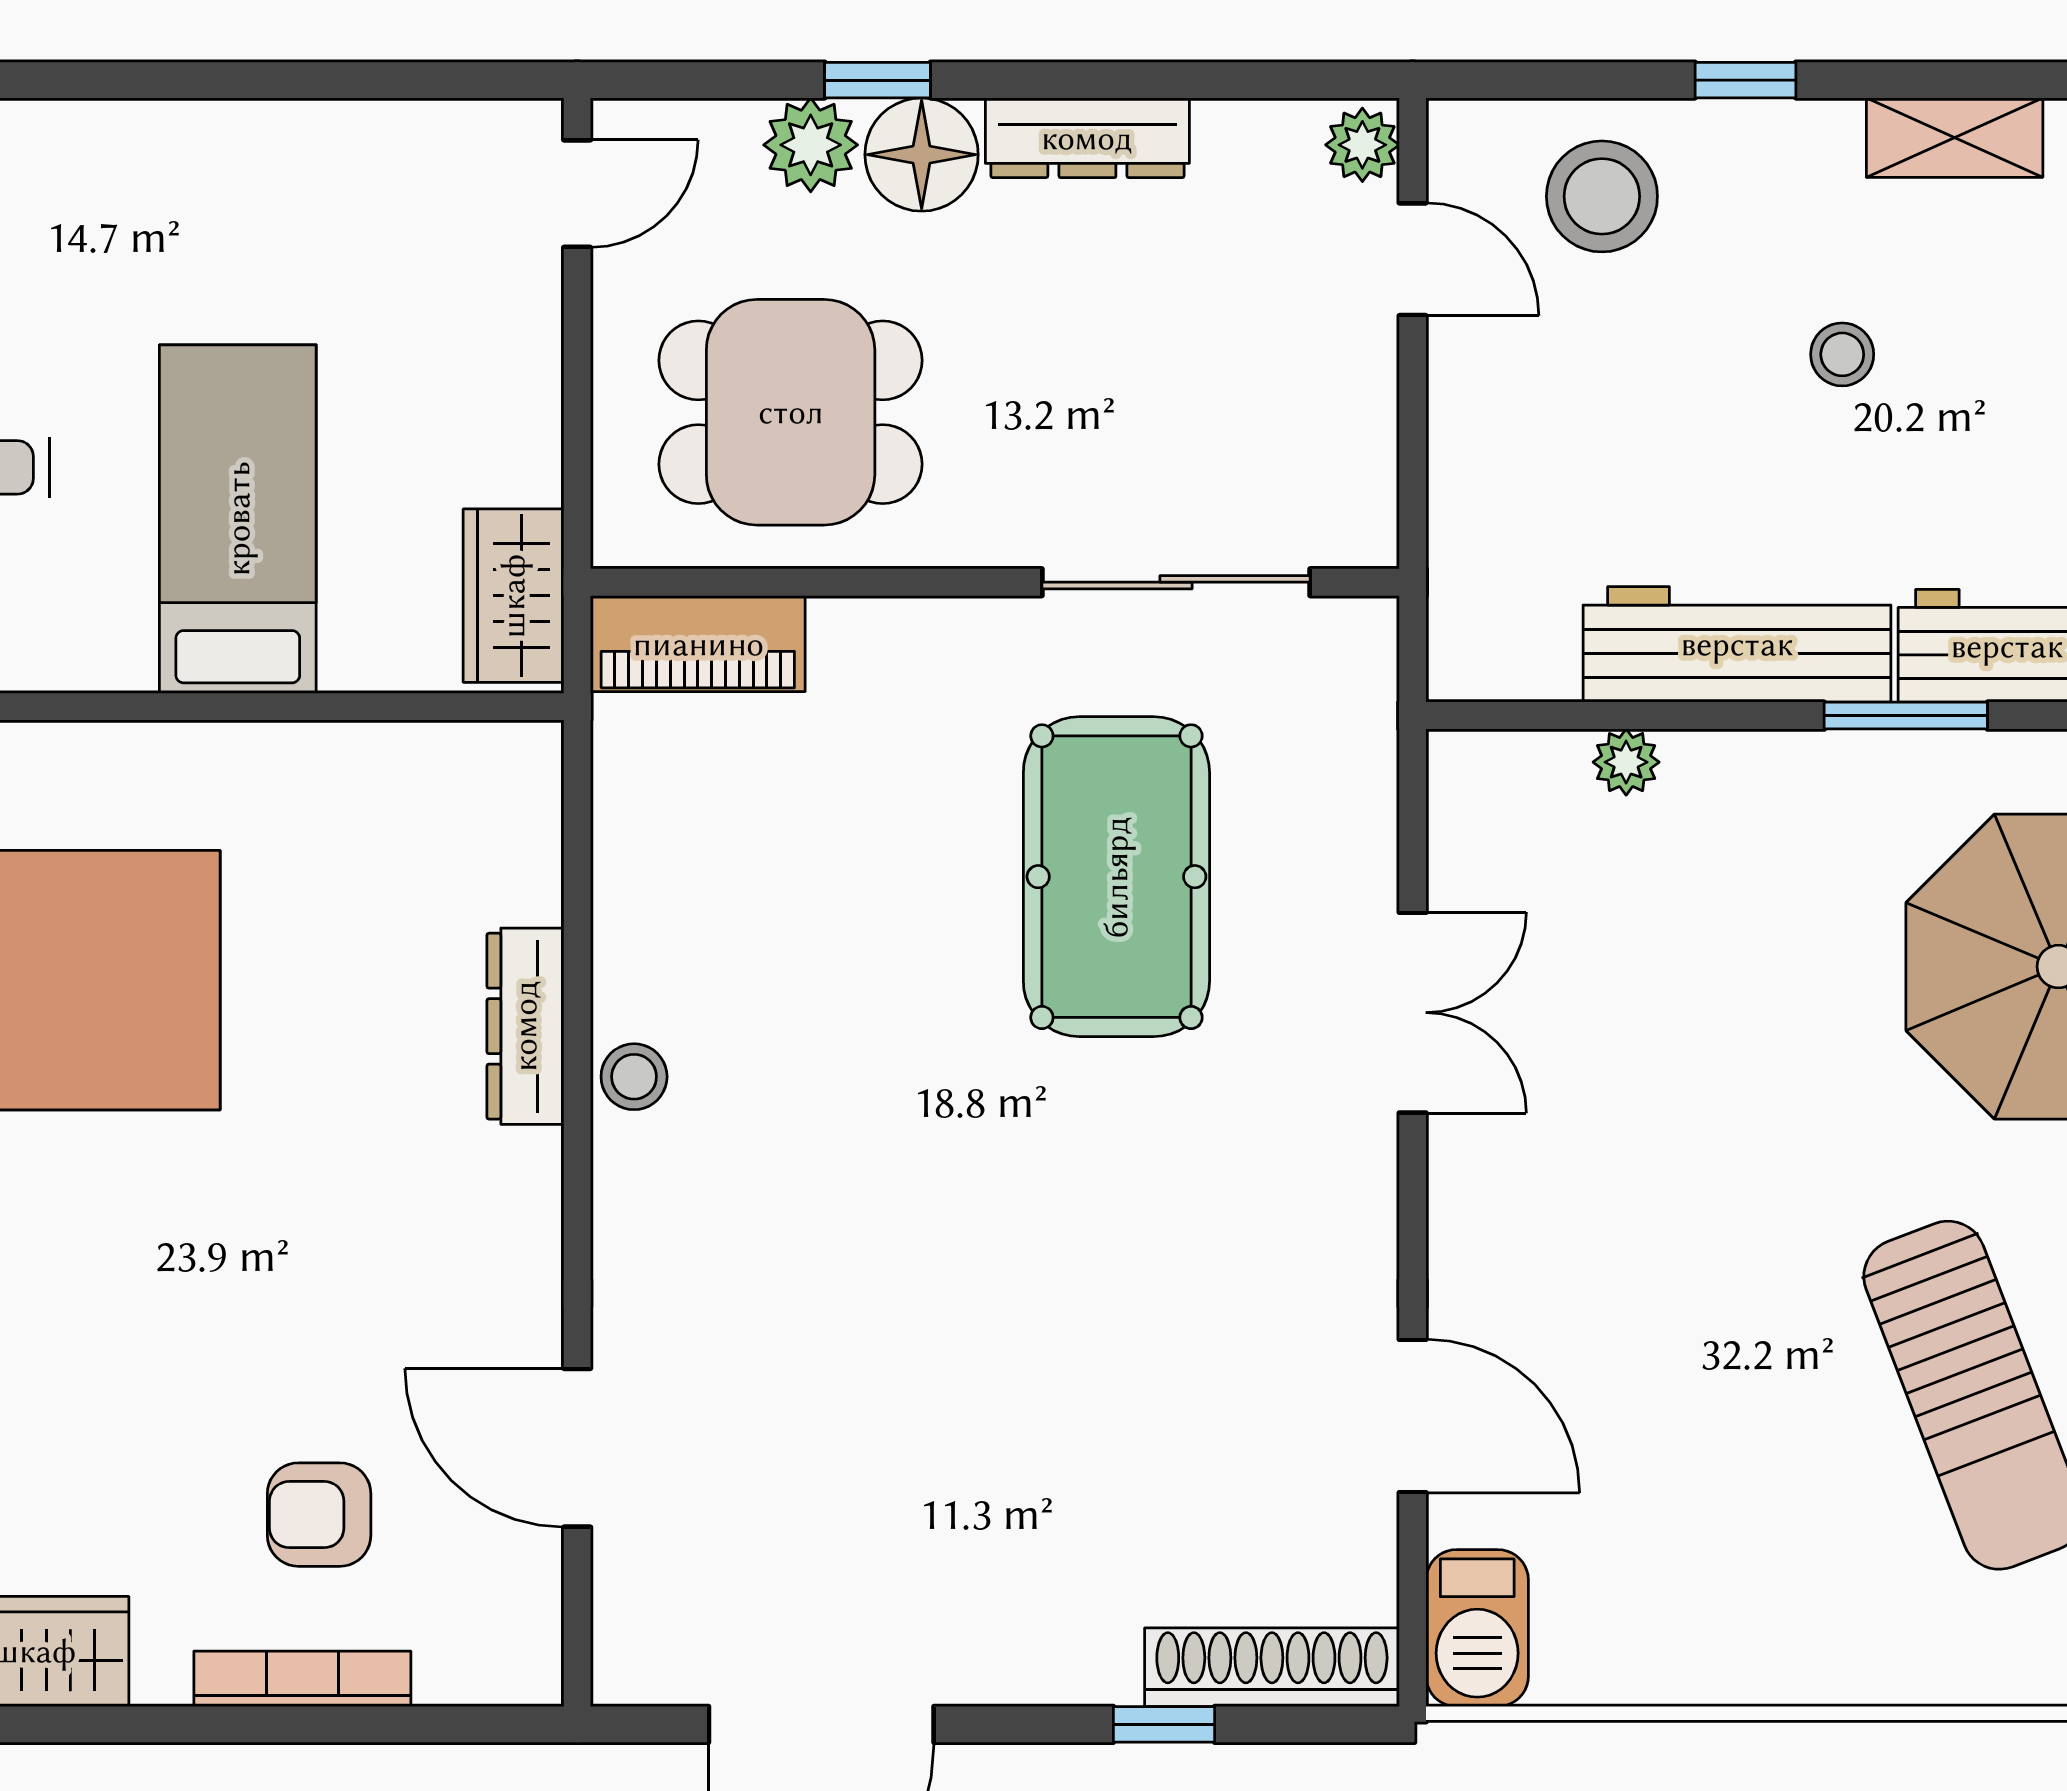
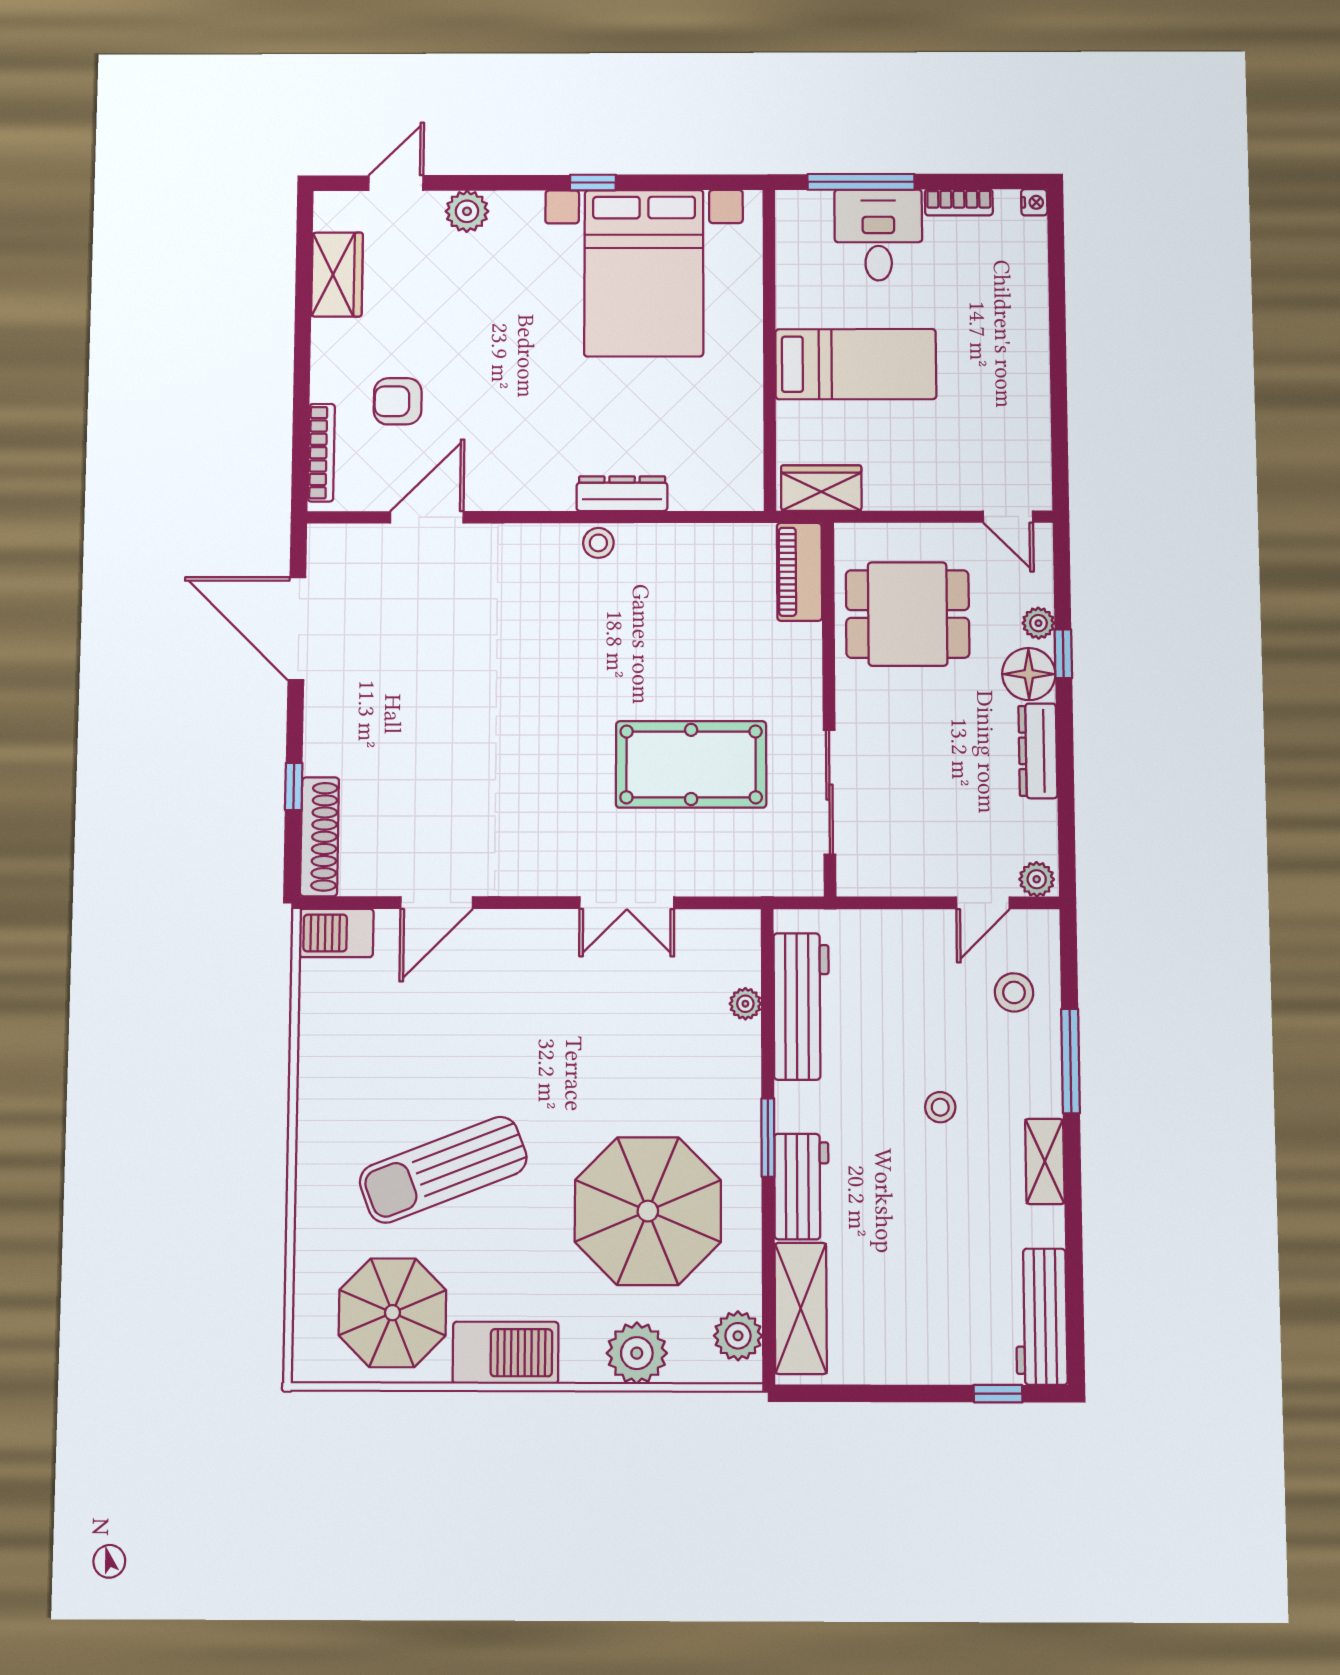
window: (1745, 80) -> (1071, 1061), width x2.17
plant: (811, 145) -> (1038, 623), width x0.73, depth x0.73
stool: (1602, 196) -> (1014, 992), width x0.73, depth x0.73
dining table: (791, 412) -> (908, 614), turned 90
workbench: (1737, 644) -> (801, 1006), moved
armchair: (319, 1515) -> (398, 401), turned -90
bookcase: (302, 1679) -> (321, 453), moved

